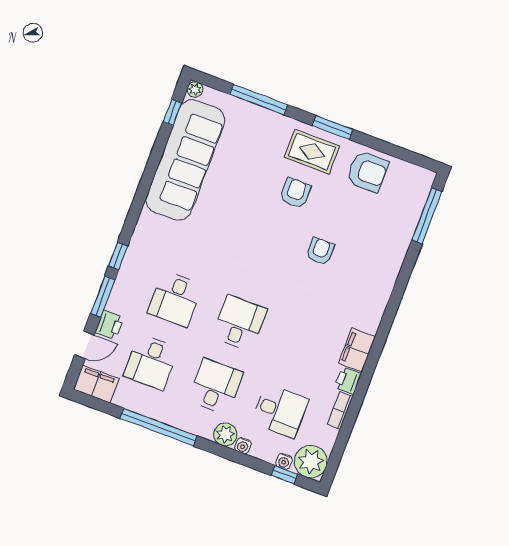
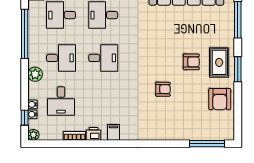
filing cabinet: (357, 350) -> (113, 132), width x0.50
water cooler: (243, 446) -> (32, 104), moved
plant: (311, 462) -> (33, 135), width x0.53, depth x0.53

